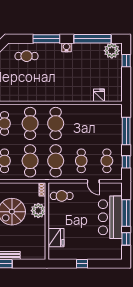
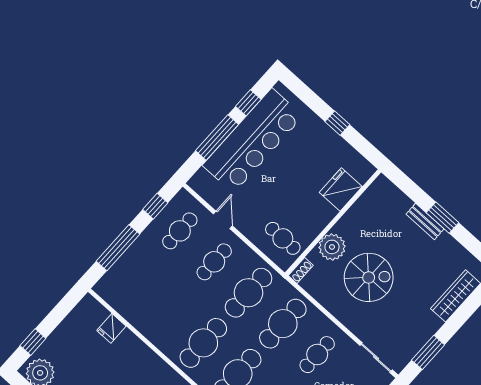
bar counter: (110, 217) -> (253, 141), width x1.36

